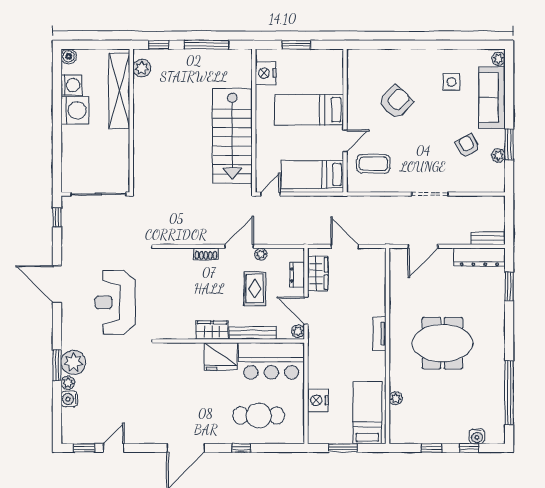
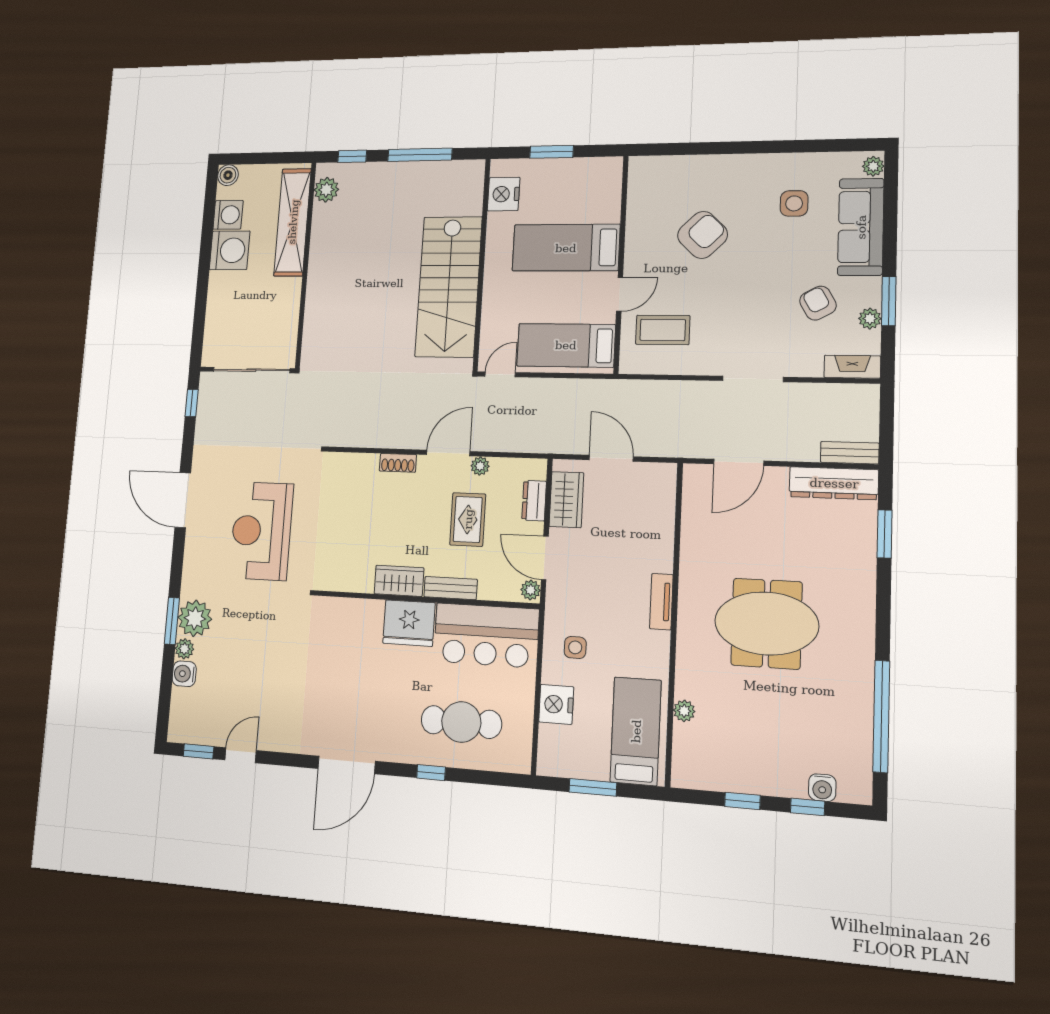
fireplace: (489, 185) -> (852, 367), added
bench: (253, 333) -> (451, 588), width x0.73
side table: (328, 365) -> (575, 647), added

